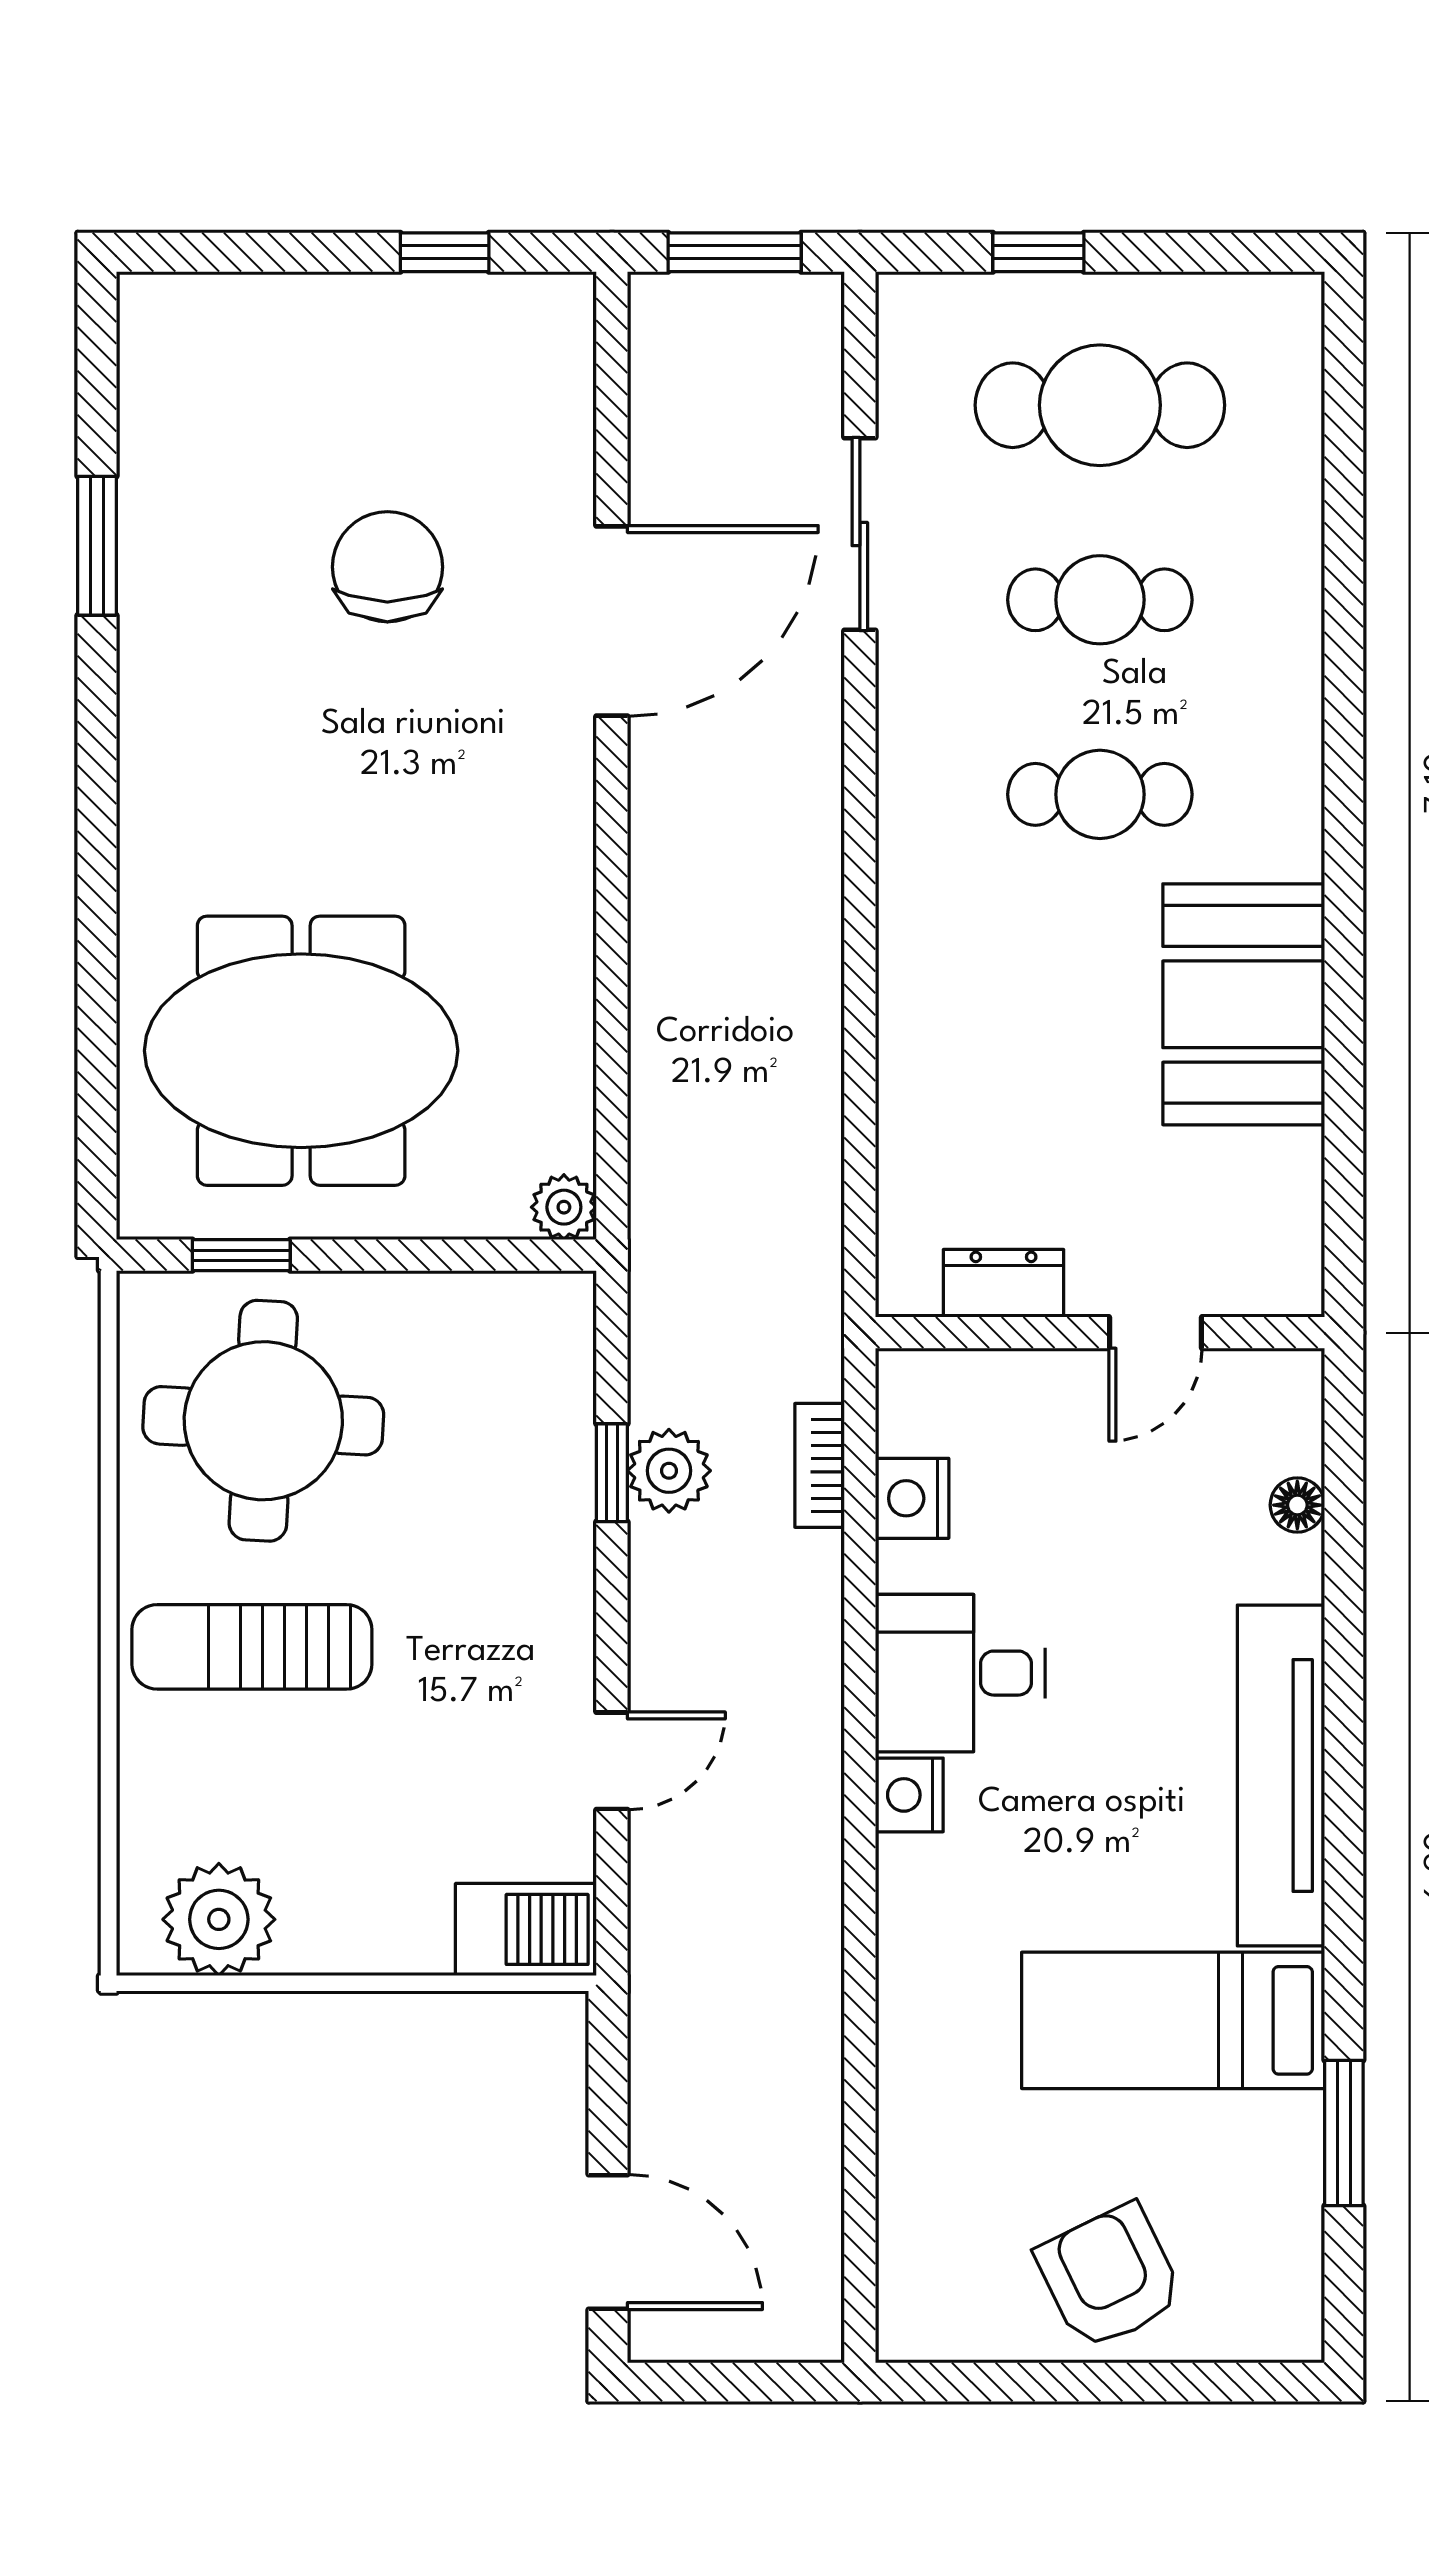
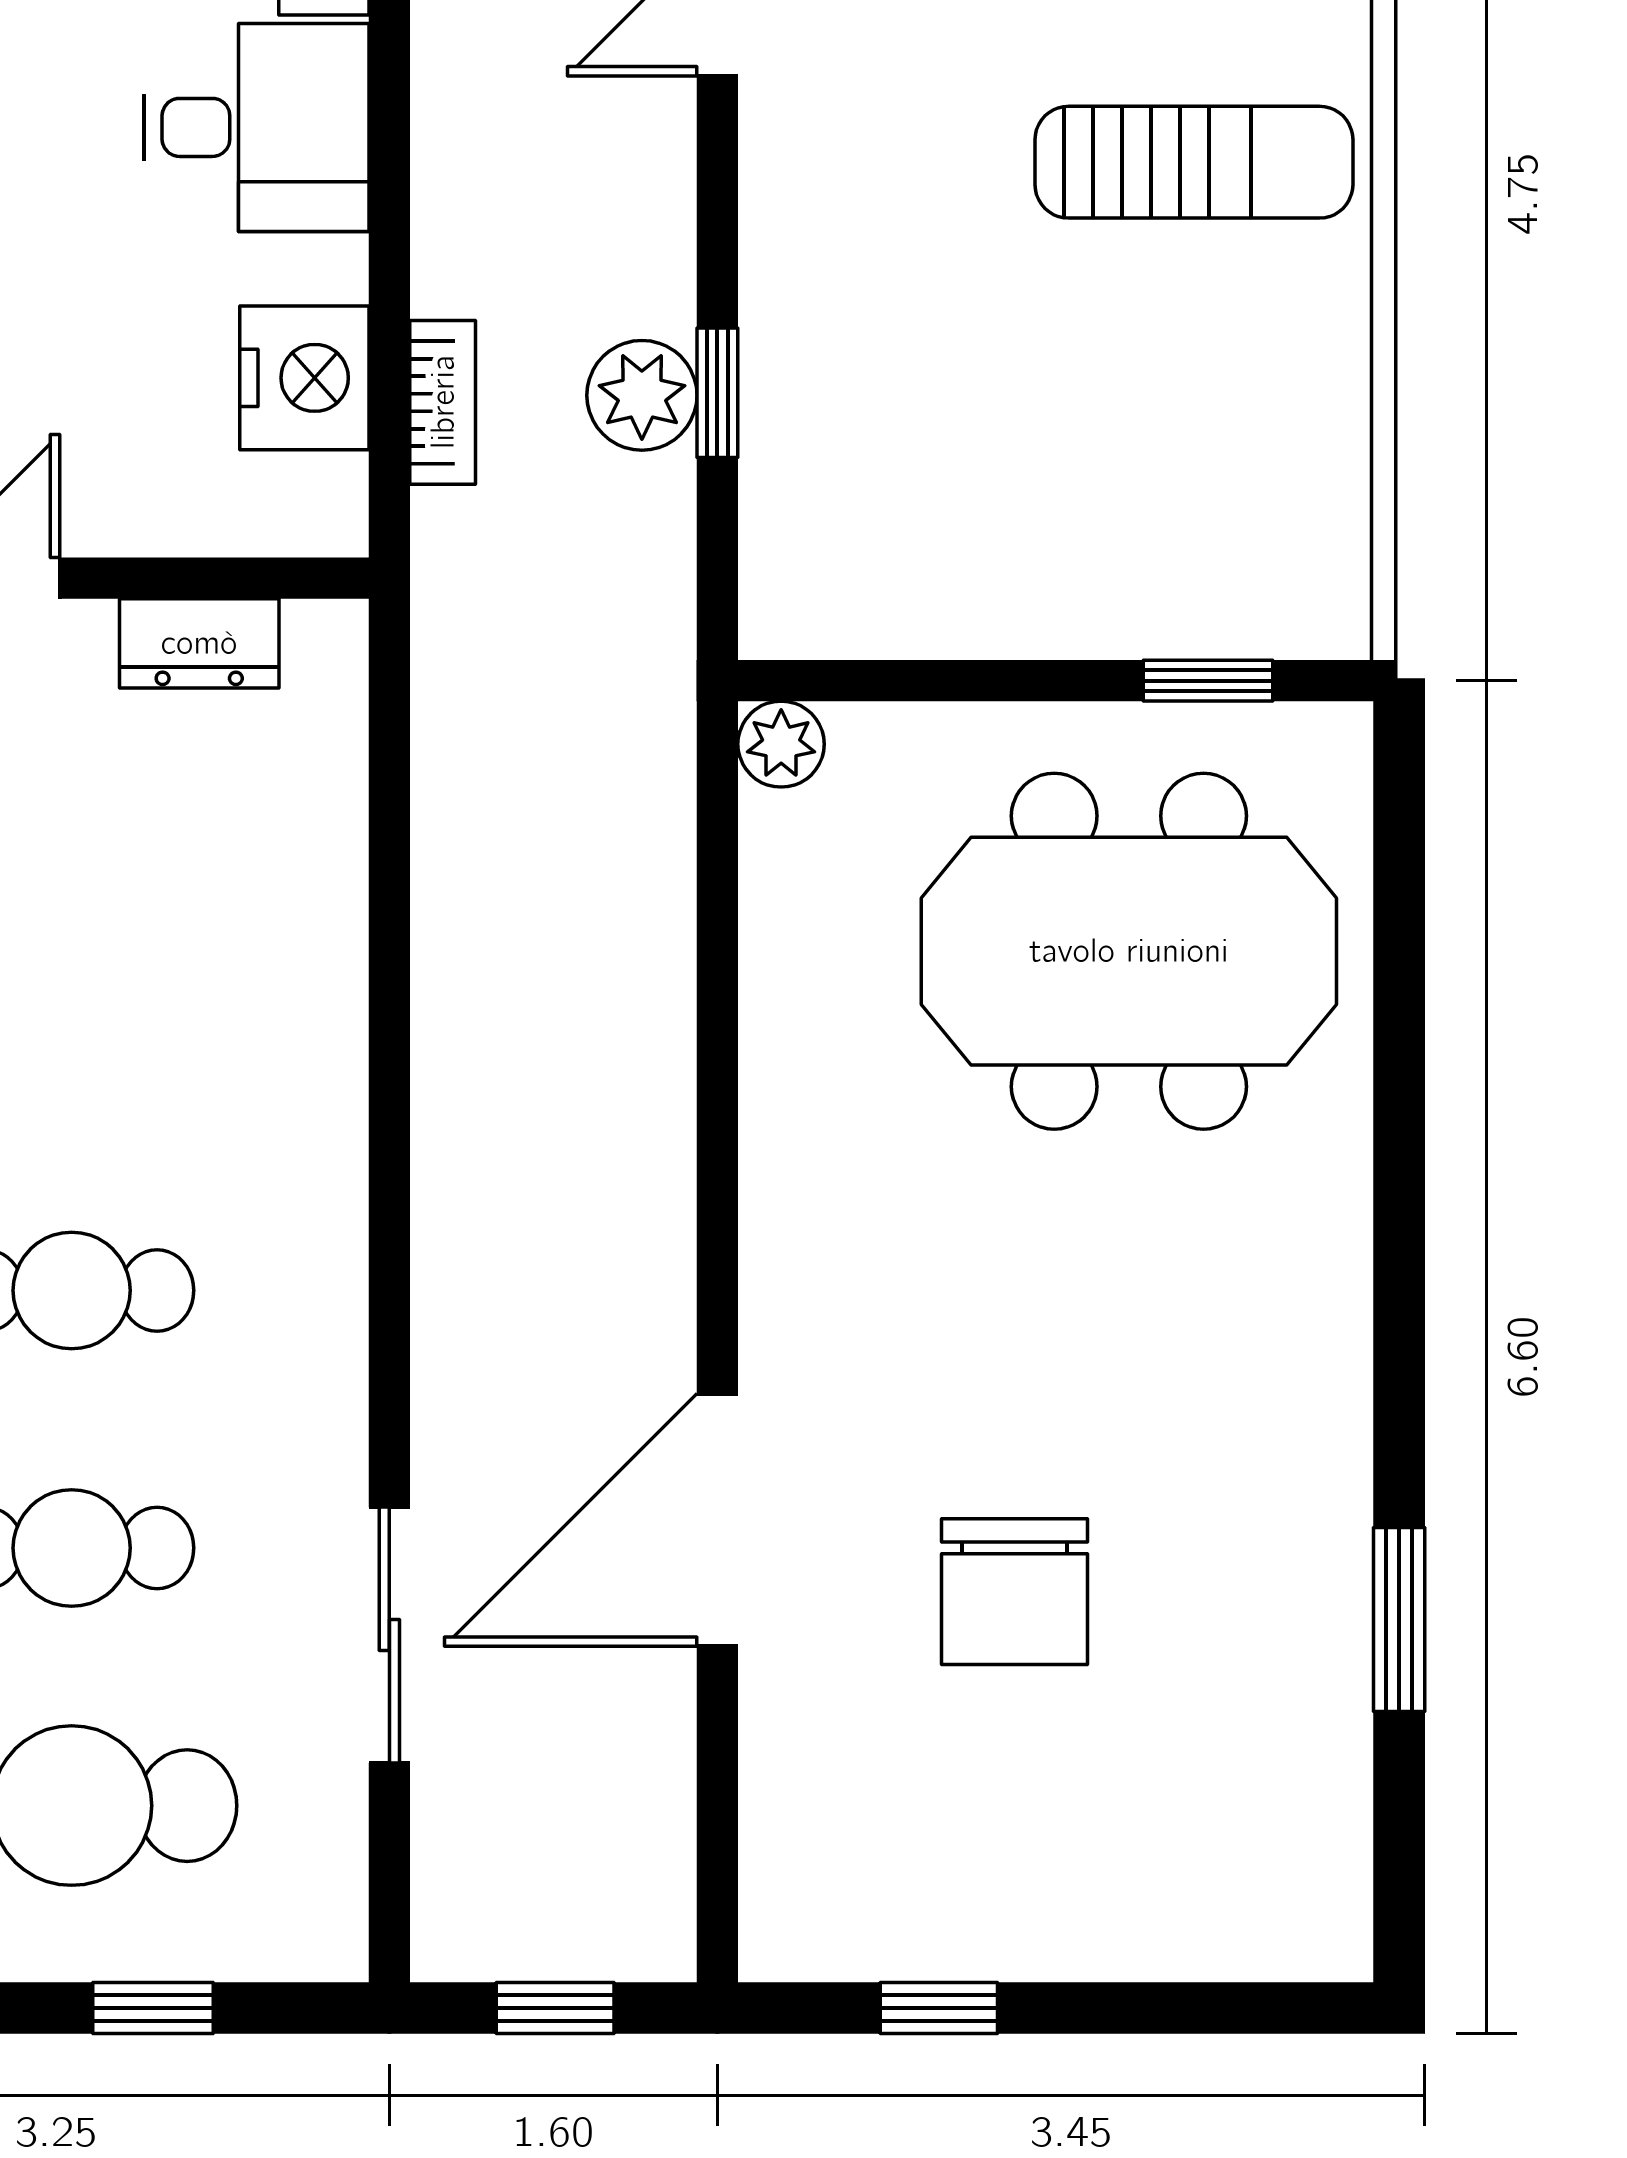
window: (735, 252) -> (555, 2008), width x0.67
round table: (263, 1421) -> (1179, 461), removed
nightstand: (912, 1498) -> (304, 378), width x1.36, depth x1.33

